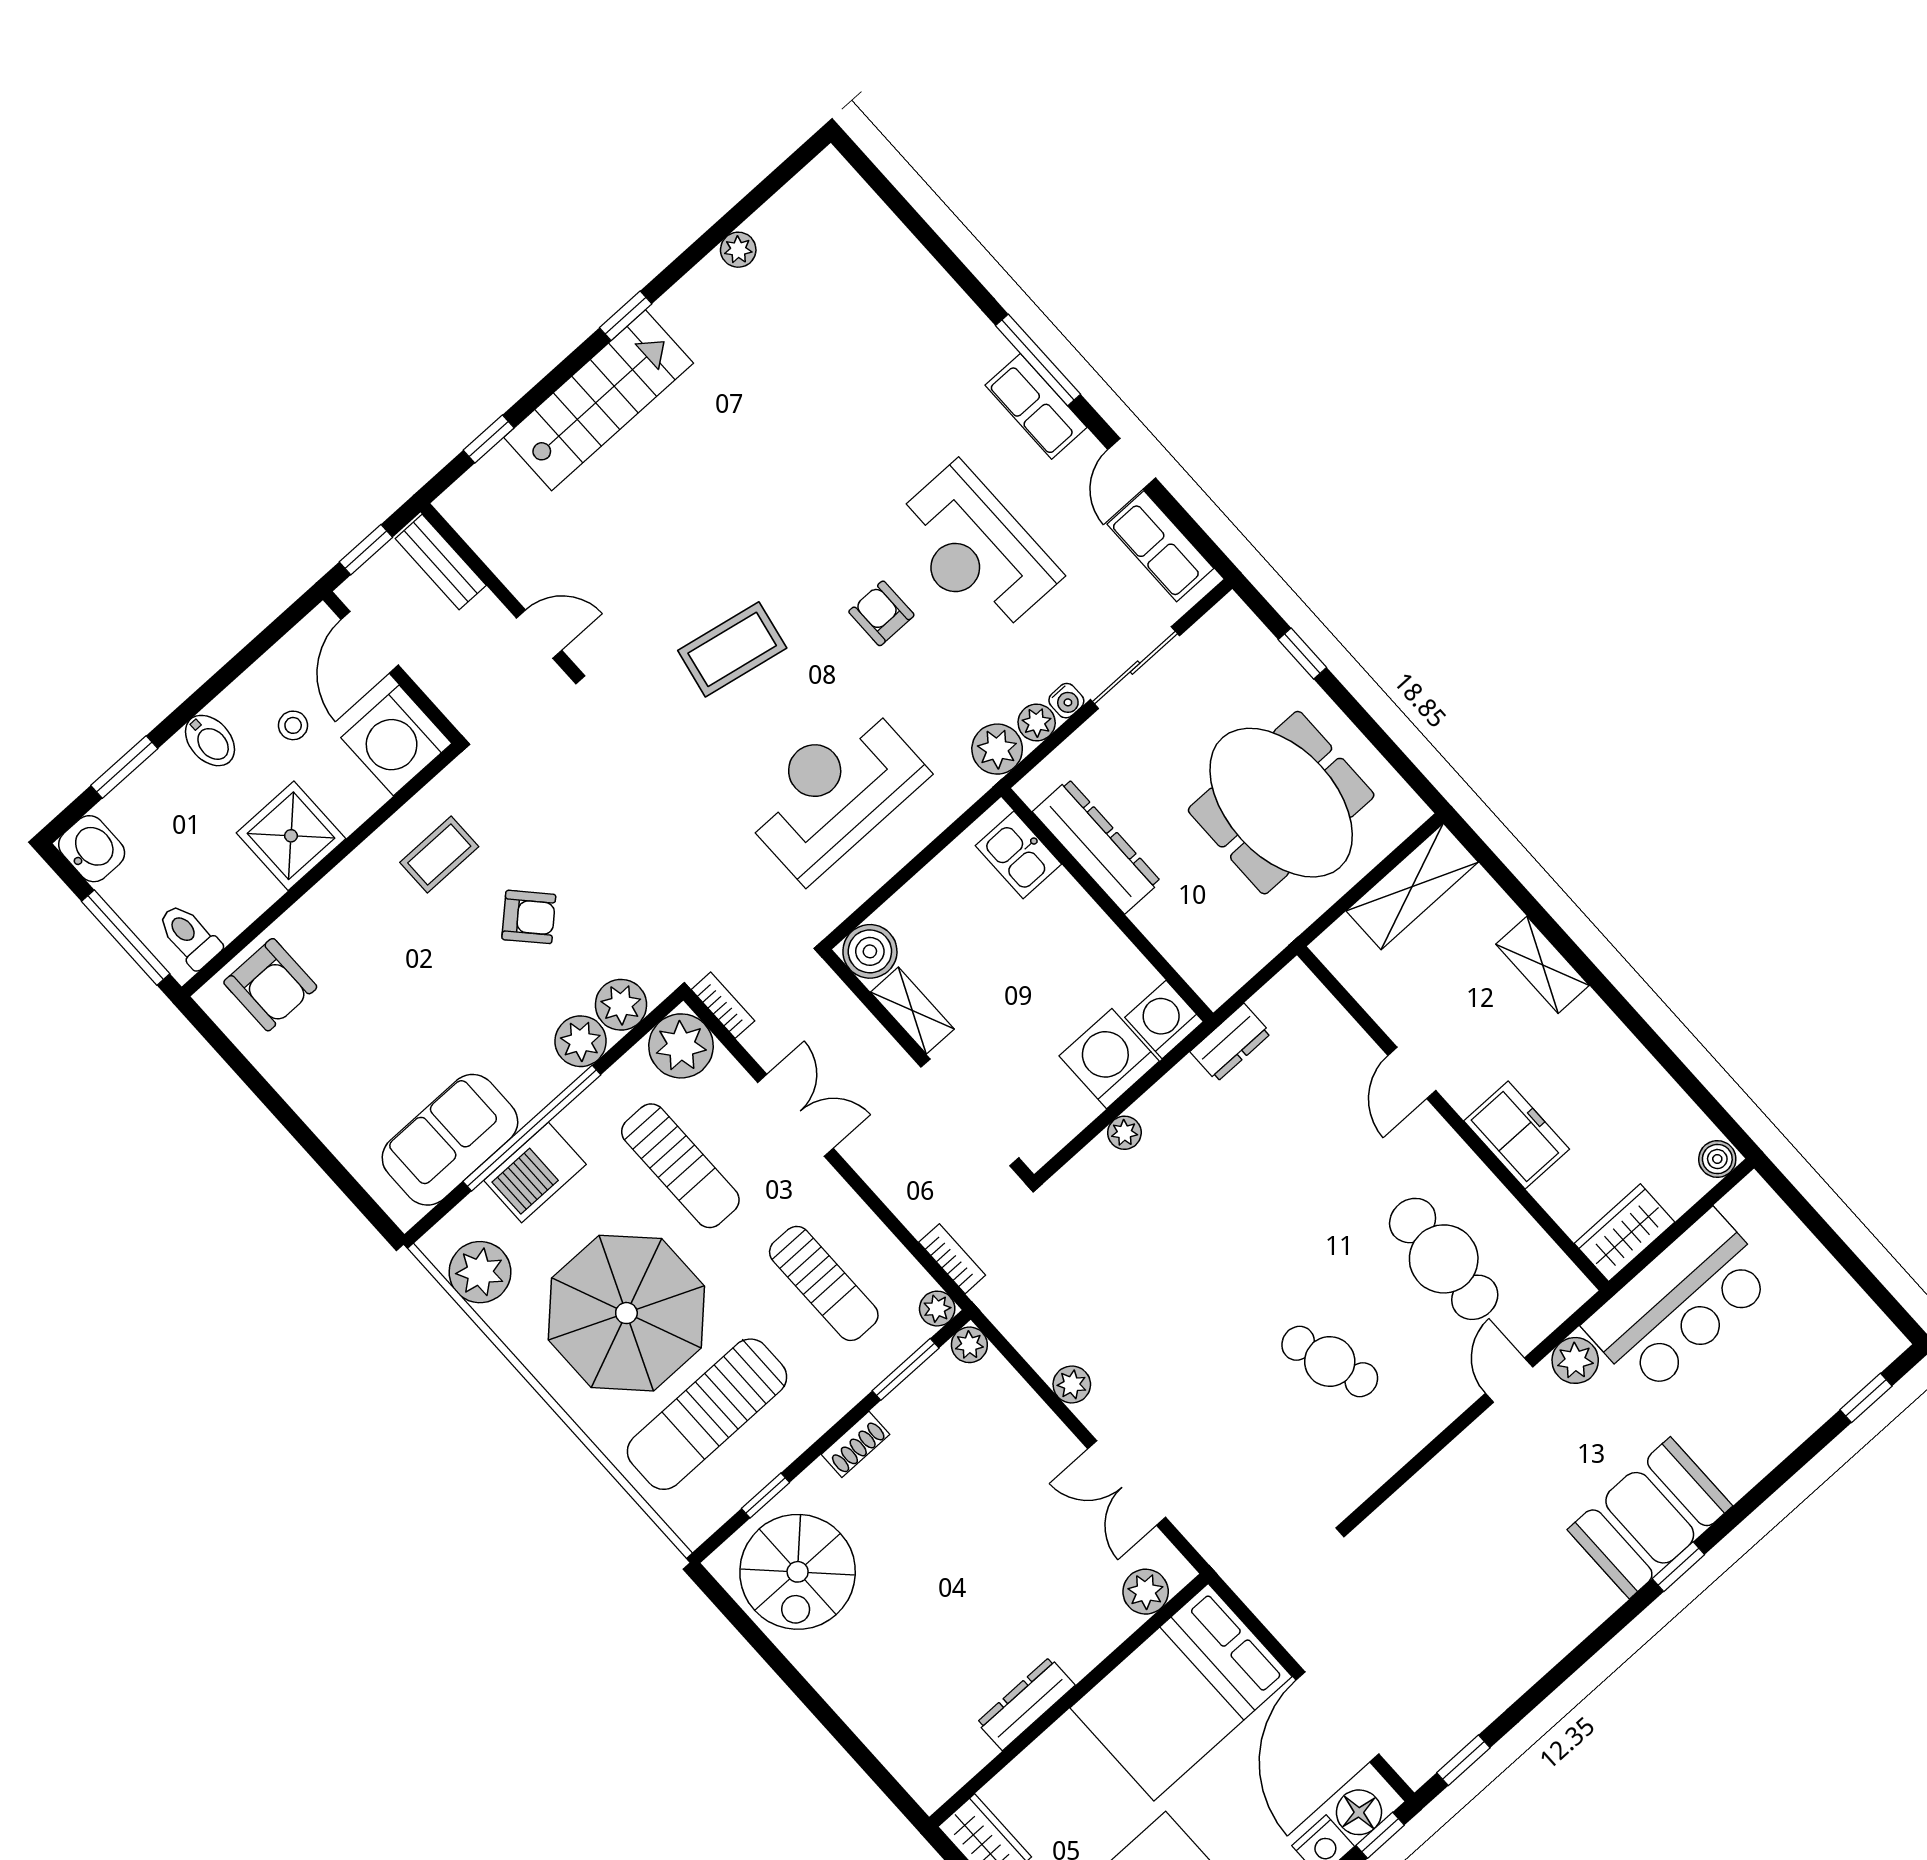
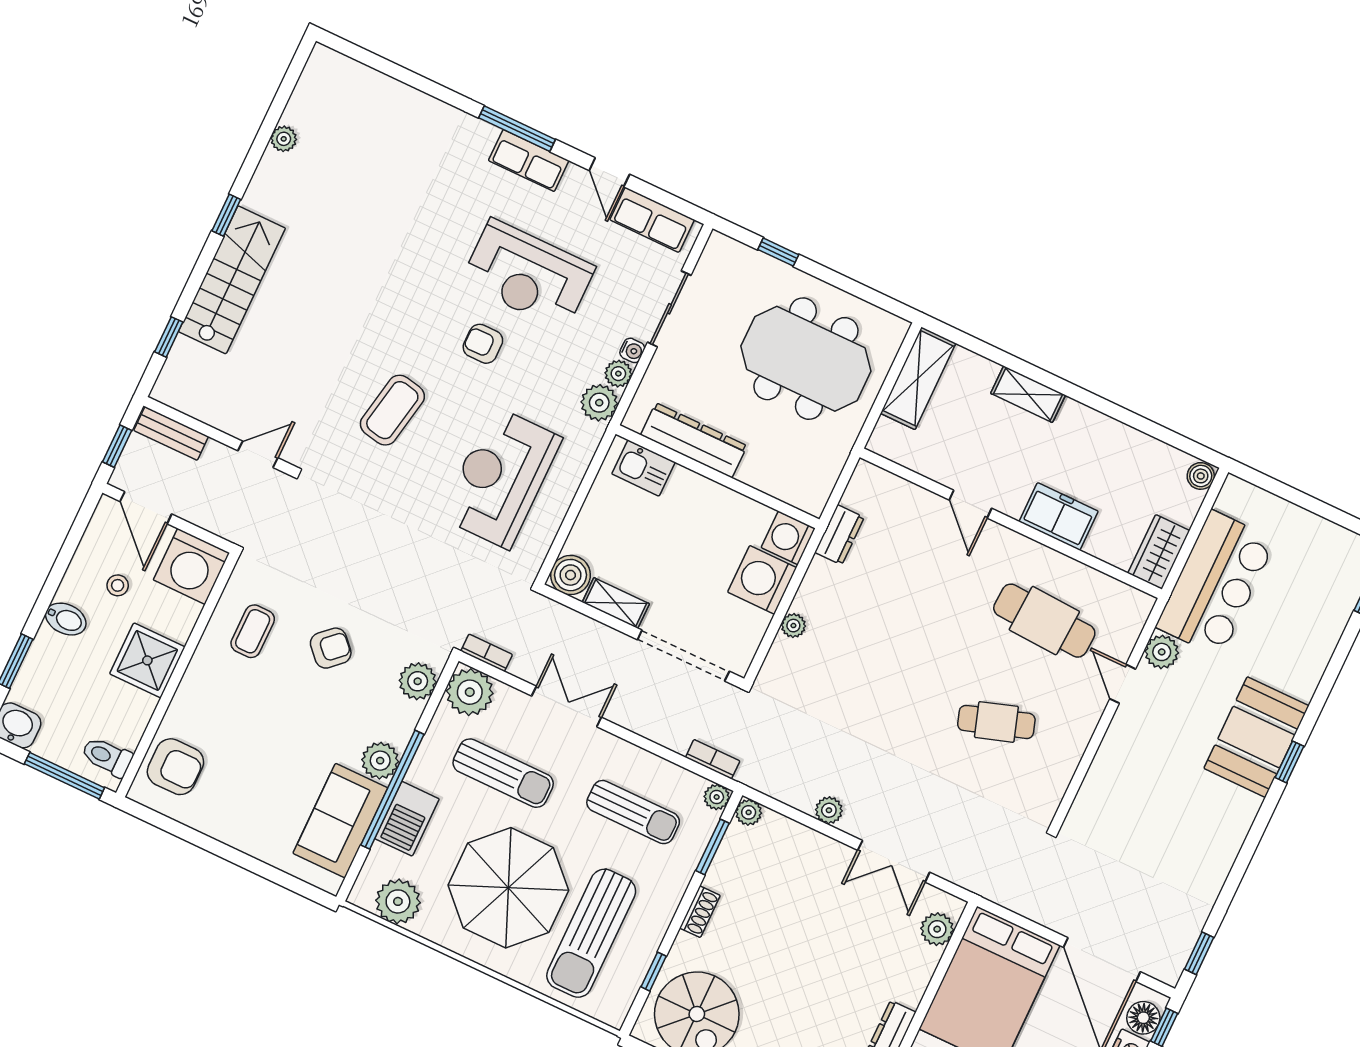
plant: (581, 1041) -> (380, 761), moved

